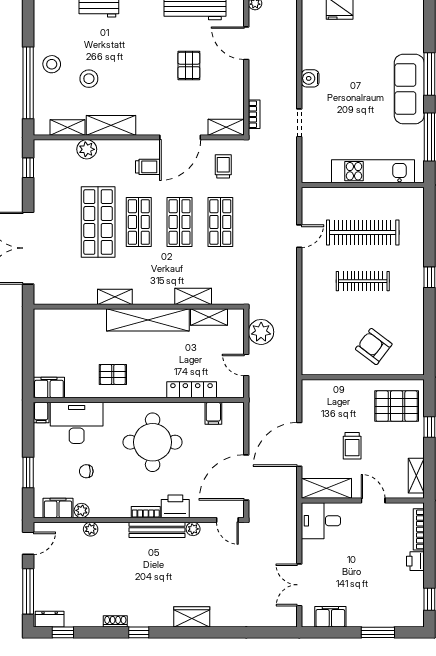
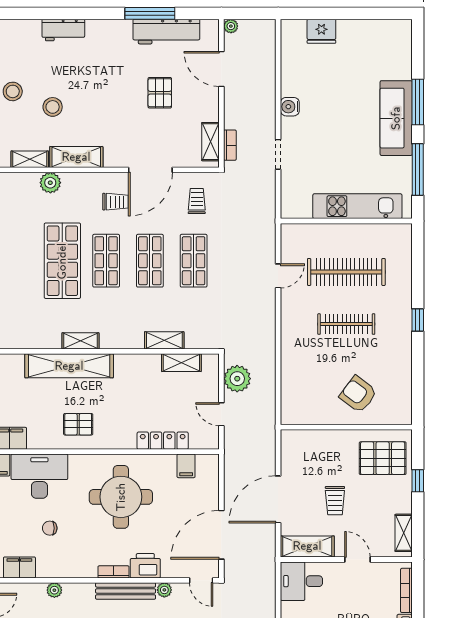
shelving: (226, 127) -> (211, 142), moved, turned 90
shelving: (148, 320) -> (69, 366), moved
plant: (82, 510) -> (45, 570), removed

